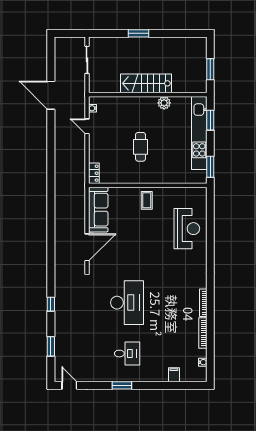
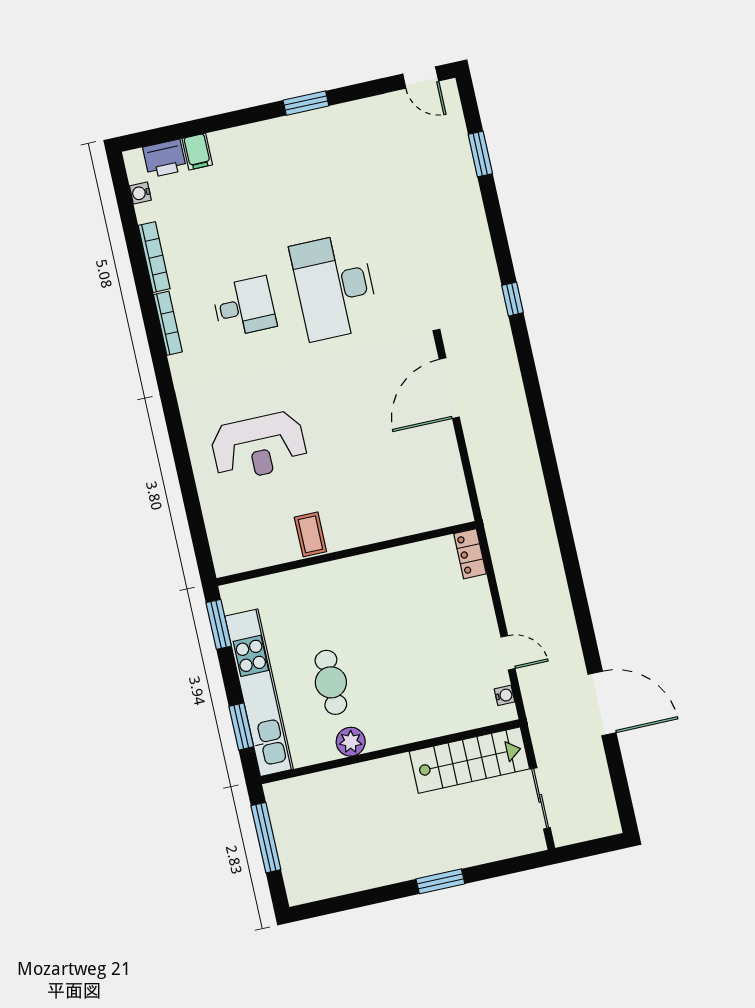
window: (210, 69) -> (266, 838), width x1.44
stairs: (146, 83) -> (469, 760), moved
cafe table: (141, 147) -> (331, 682), moved
coffee table: (147, 200) -> (310, 534), moved
sofa: (98, 210) -> (443, 476), removed
reception desk: (187, 229) -> (259, 446), moved, turned -90
window: (51, 304) -> (512, 299), moved
desk: (127, 354) -> (244, 307), moved, turned 180
printer: (189, 375) -> (165, 159), added

